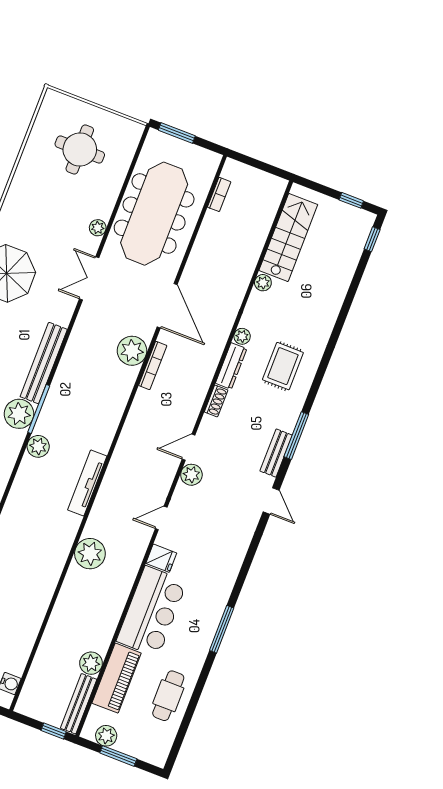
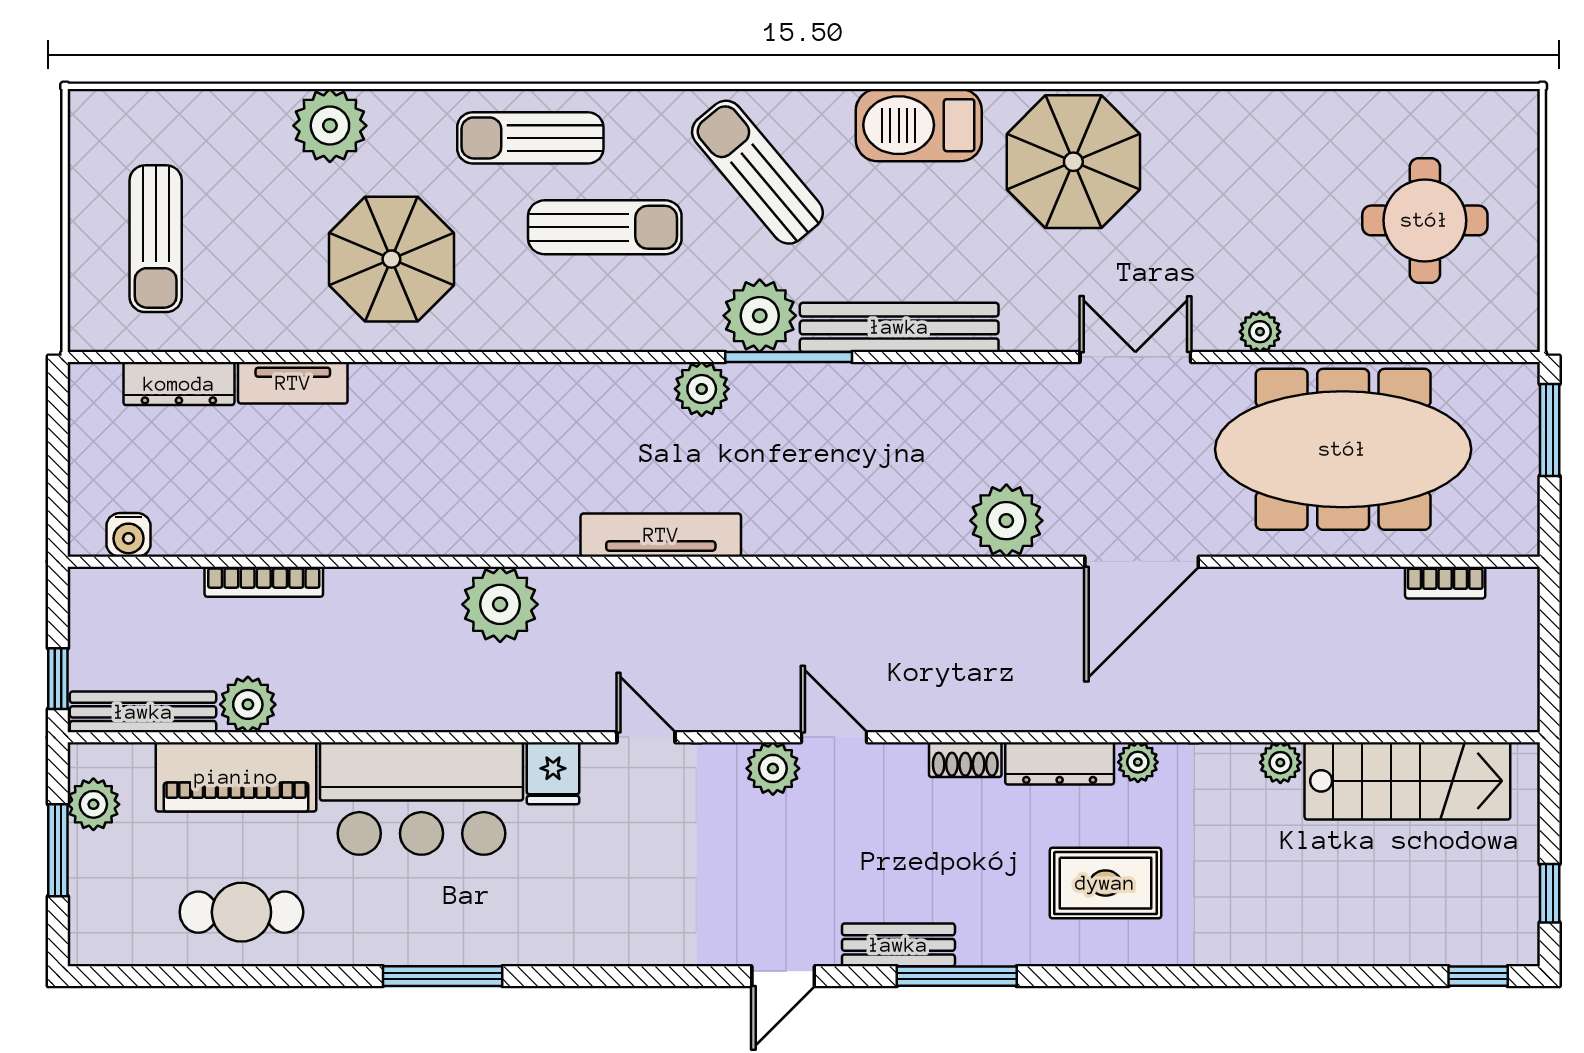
bookcase: (153, 365) -> (264, 582), moved

